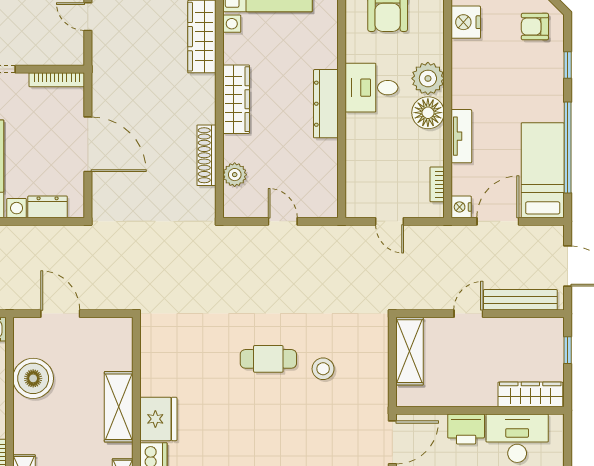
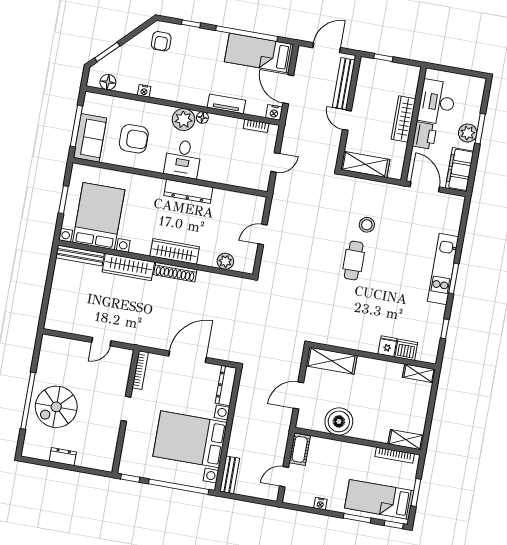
nightstand: (466, 22) -> (144, 91), width x0.53, depth x0.56
floor lamp: (428, 113) -> (202, 118), width x0.53, depth x0.53
shoe rack: (206, 155) -> (175, 272), moved
dresser: (48, 207) -> (226, 386), width x1.44
wardrobe: (530, 394) -> (403, 119), moved
shelving: (119, 407) -> (332, 361), moved
fridge: (158, 419) -> (387, 346), width x0.53, depth x0.75

